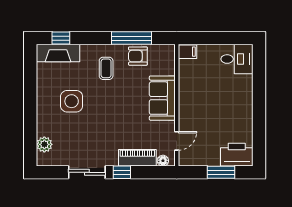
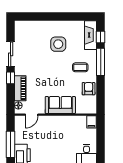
window: (132, 38) -> (101, 62), moved
door: (177, 141) -> (32, 115), hinge flipped
plant: (44, 144) -> (29, 26), removed
window: (221, 172) -> (11, 144), width x1.44

